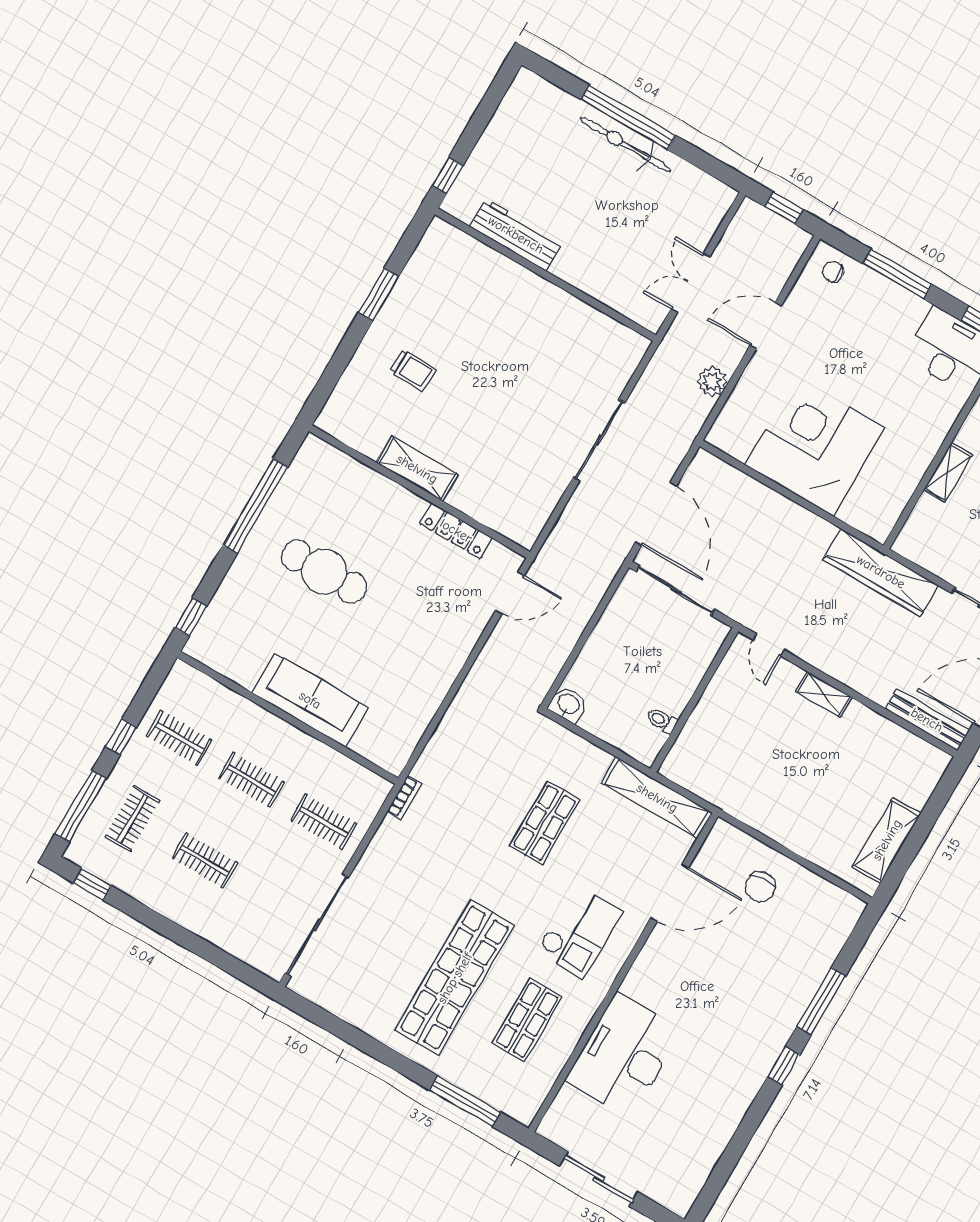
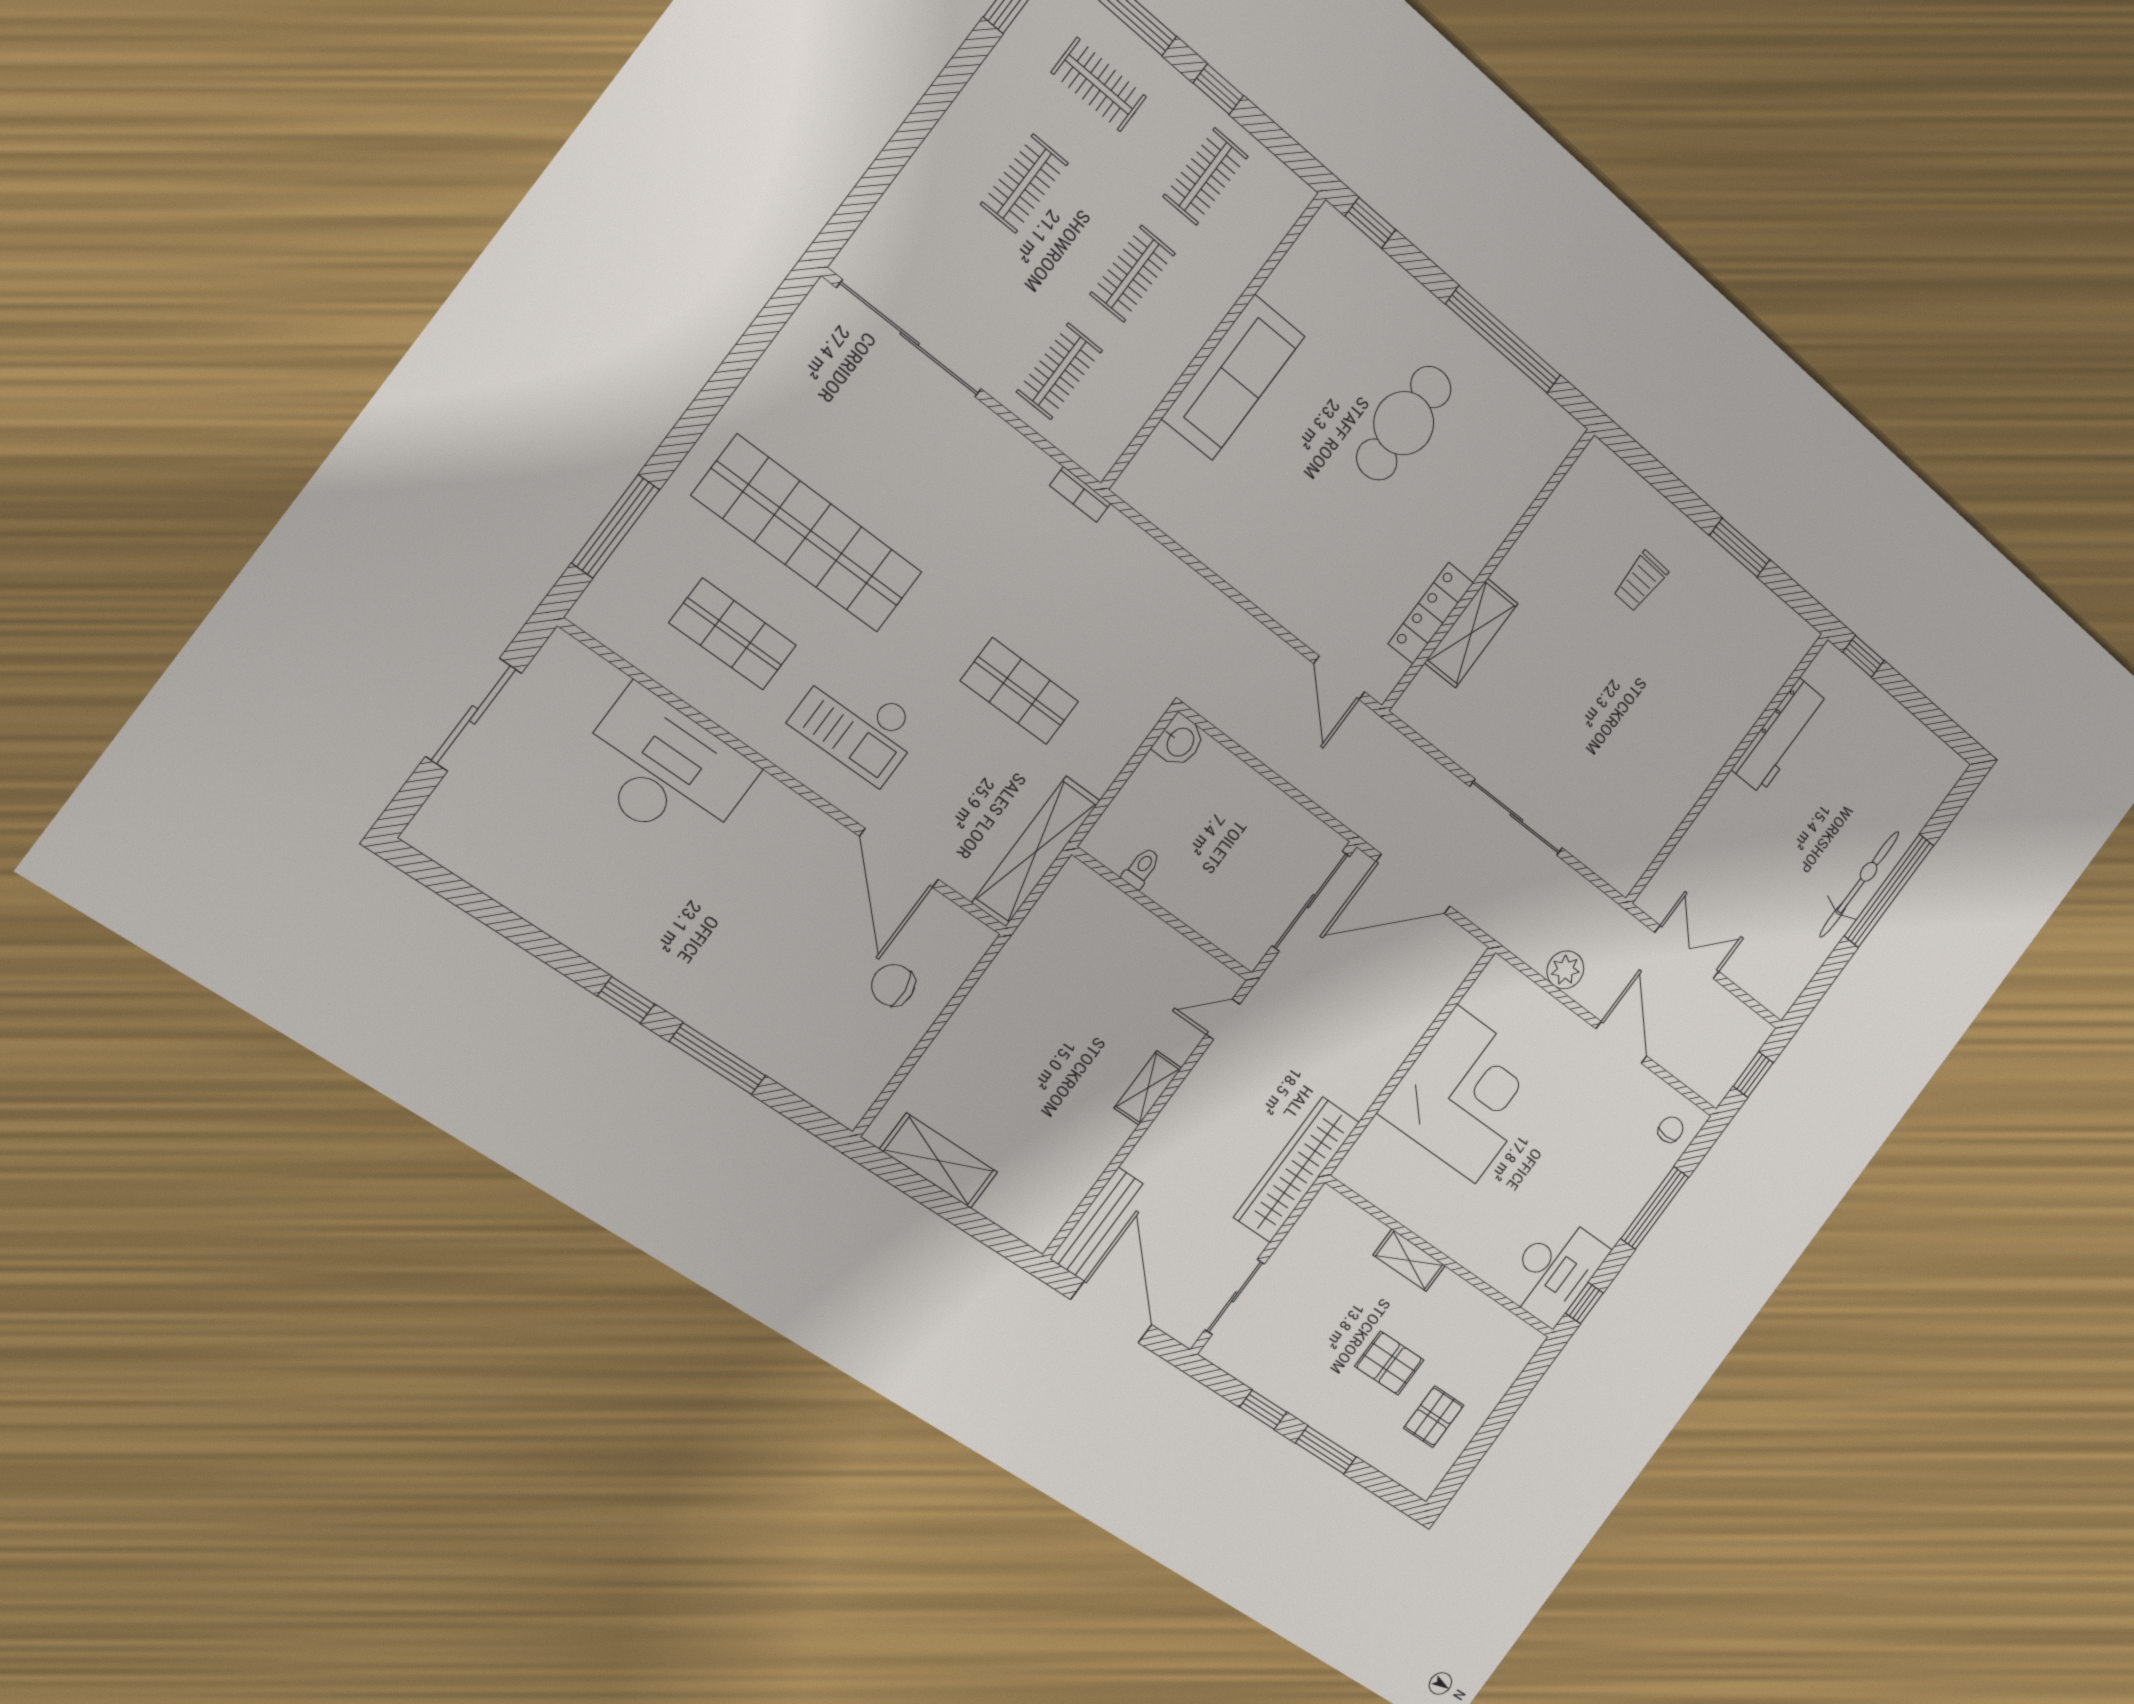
shelving: (417, 469) -> (1471, 633), moved

